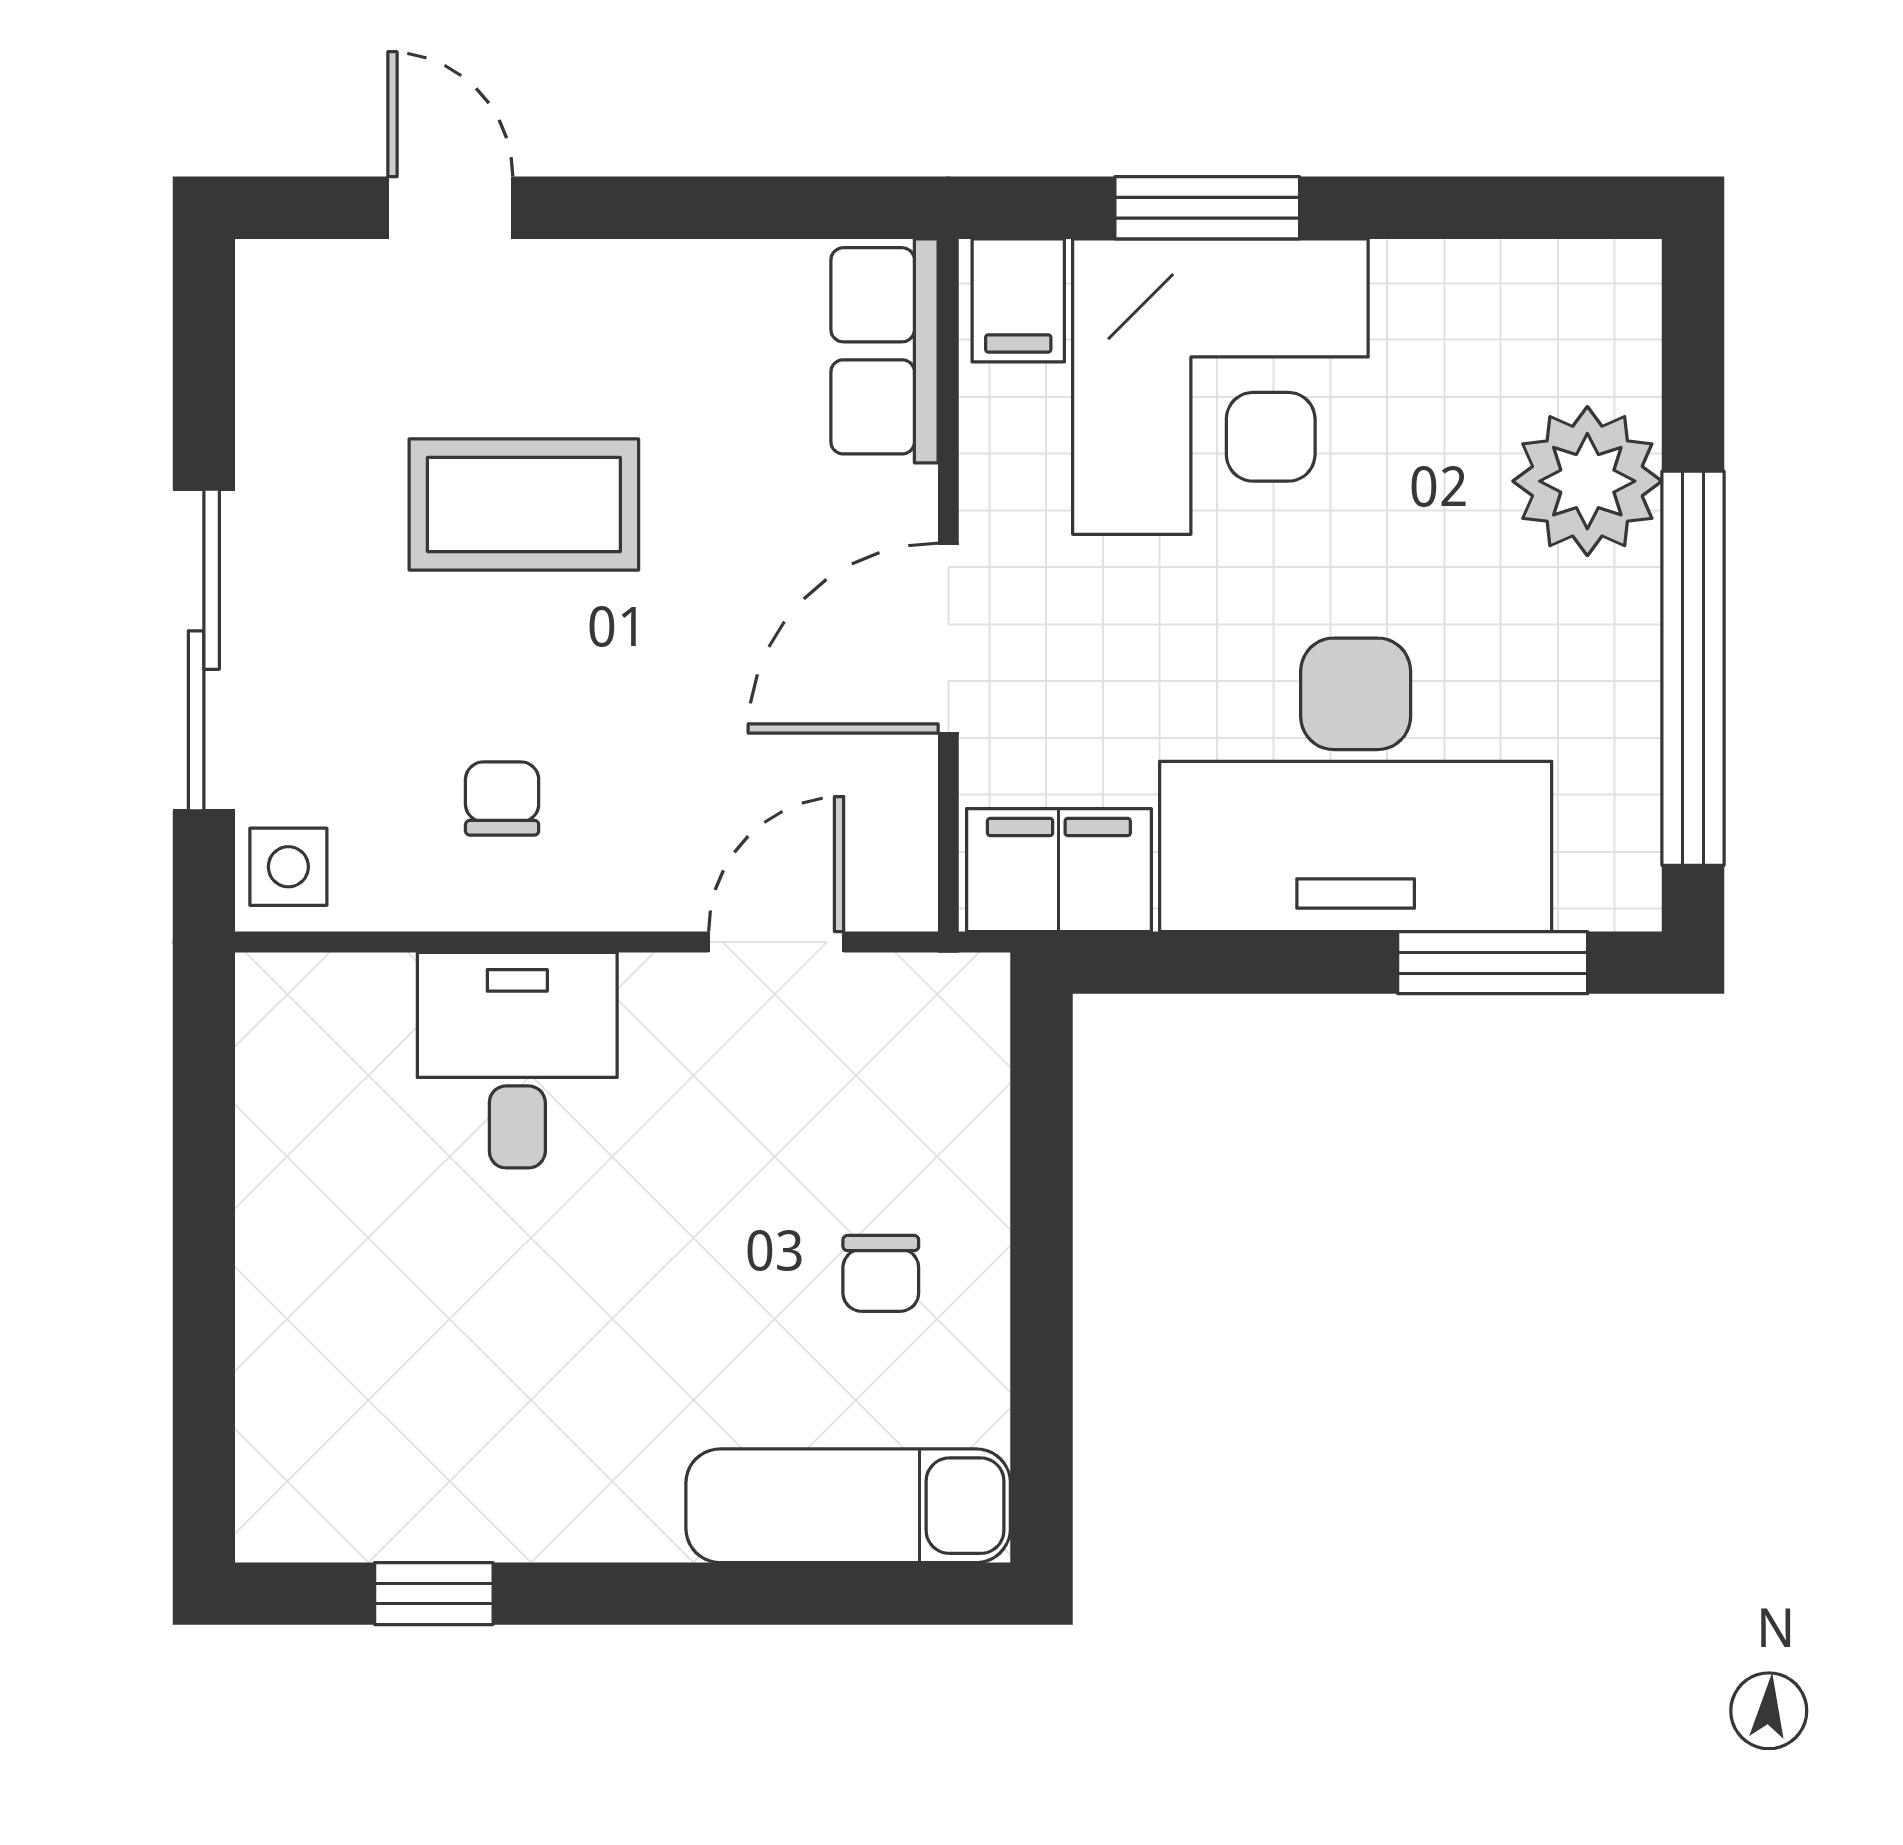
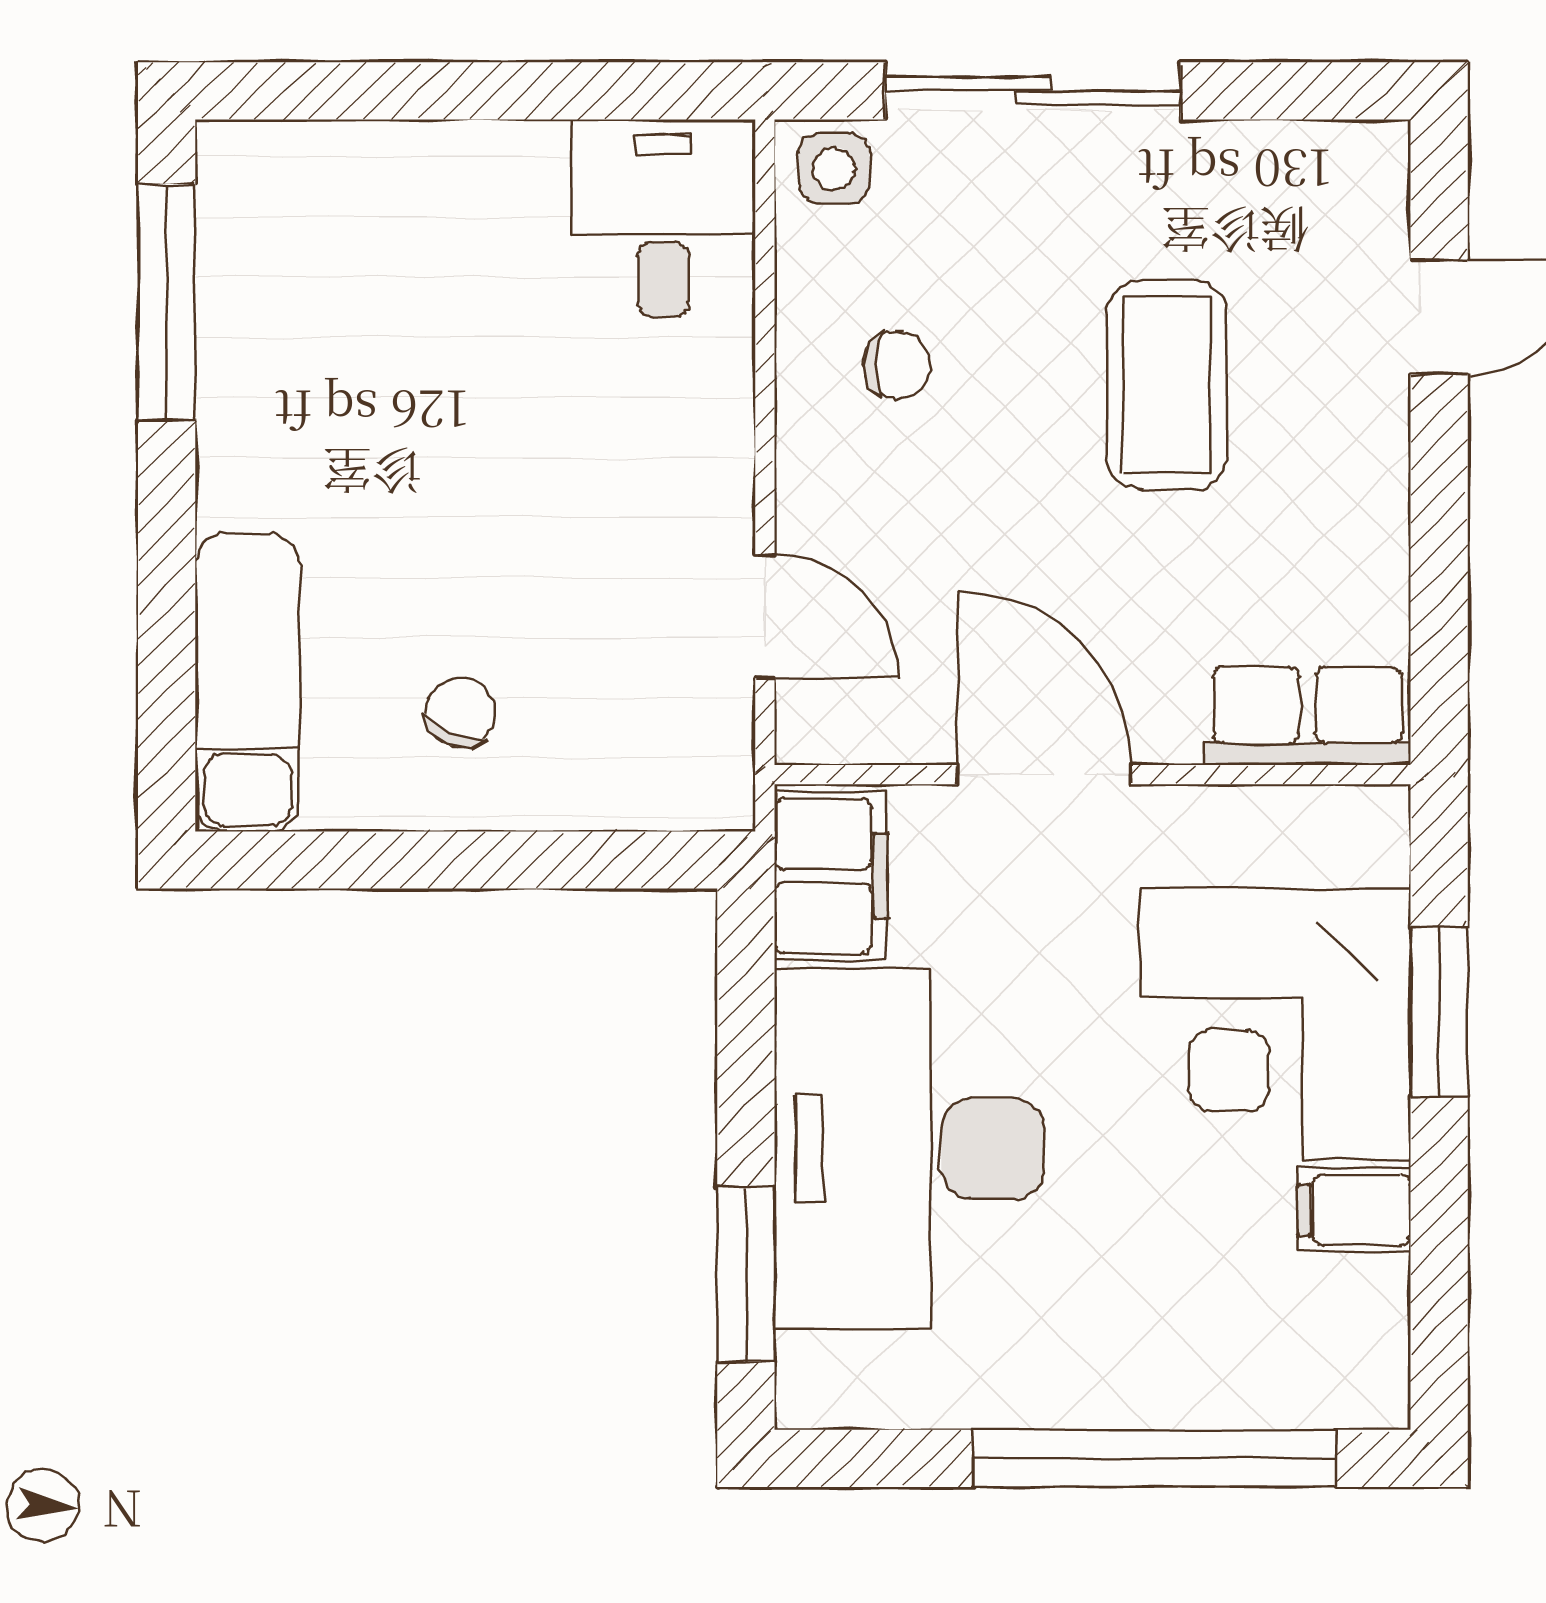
filing cabinet: (1018, 300) -> (1354, 1210), moved
plant: (1587, 481) -> (1188, 1361), removed
window: (1693, 668) -> (1155, 1458), moved
desk: (517, 1060) -> (664, 218), moved, turned -90
chair: (881, 1273) -> (461, 712), turned 113
window: (434, 1594) -> (167, 302), width x2.17

